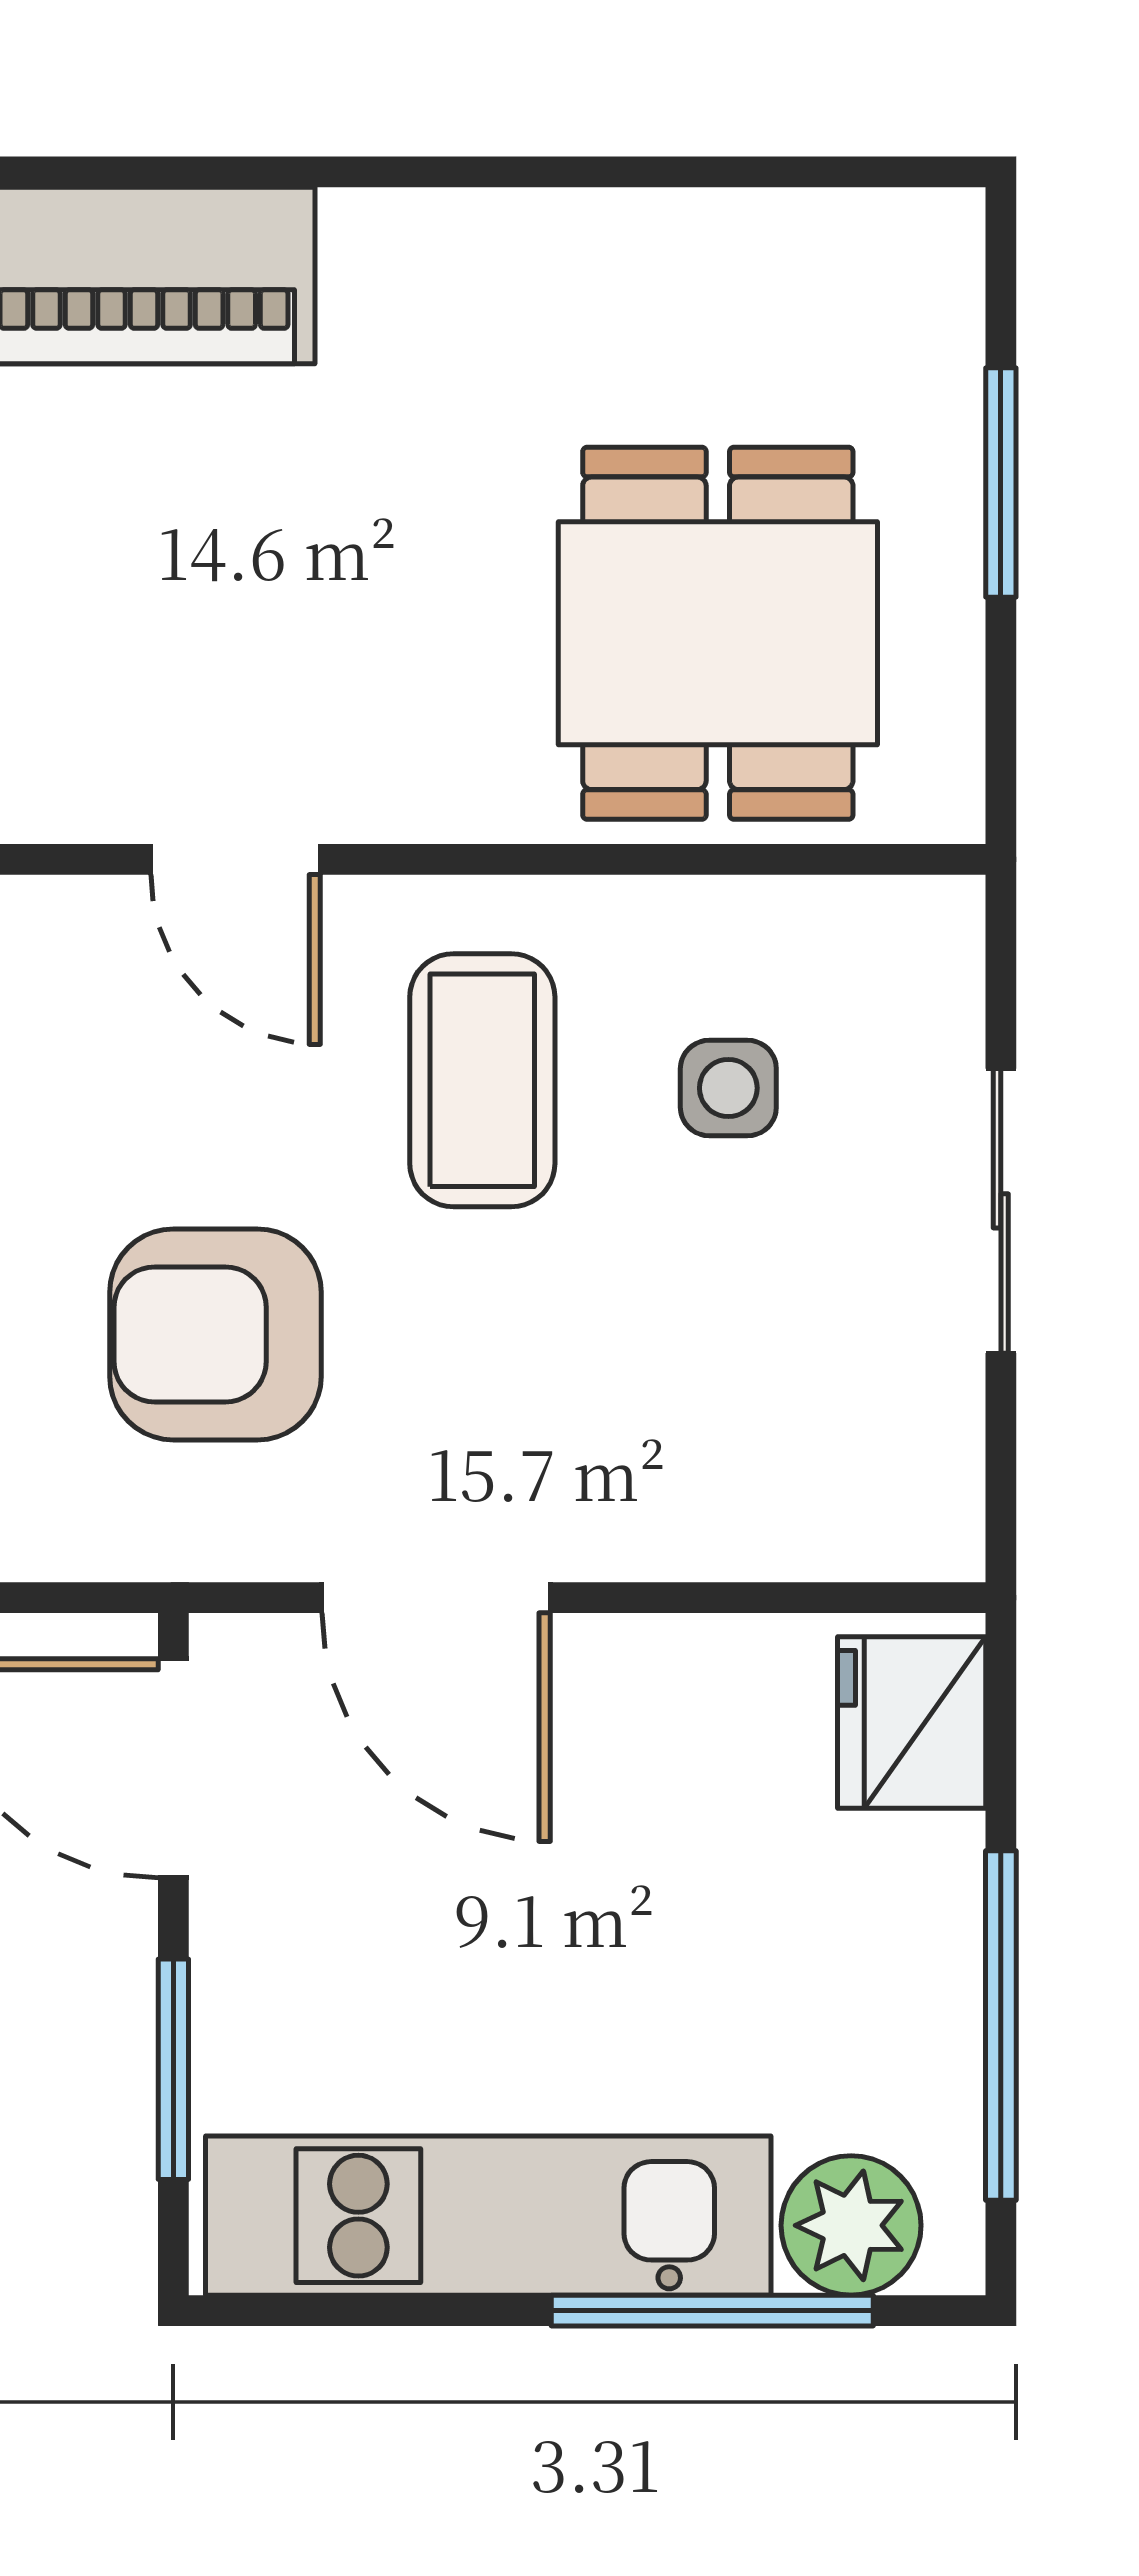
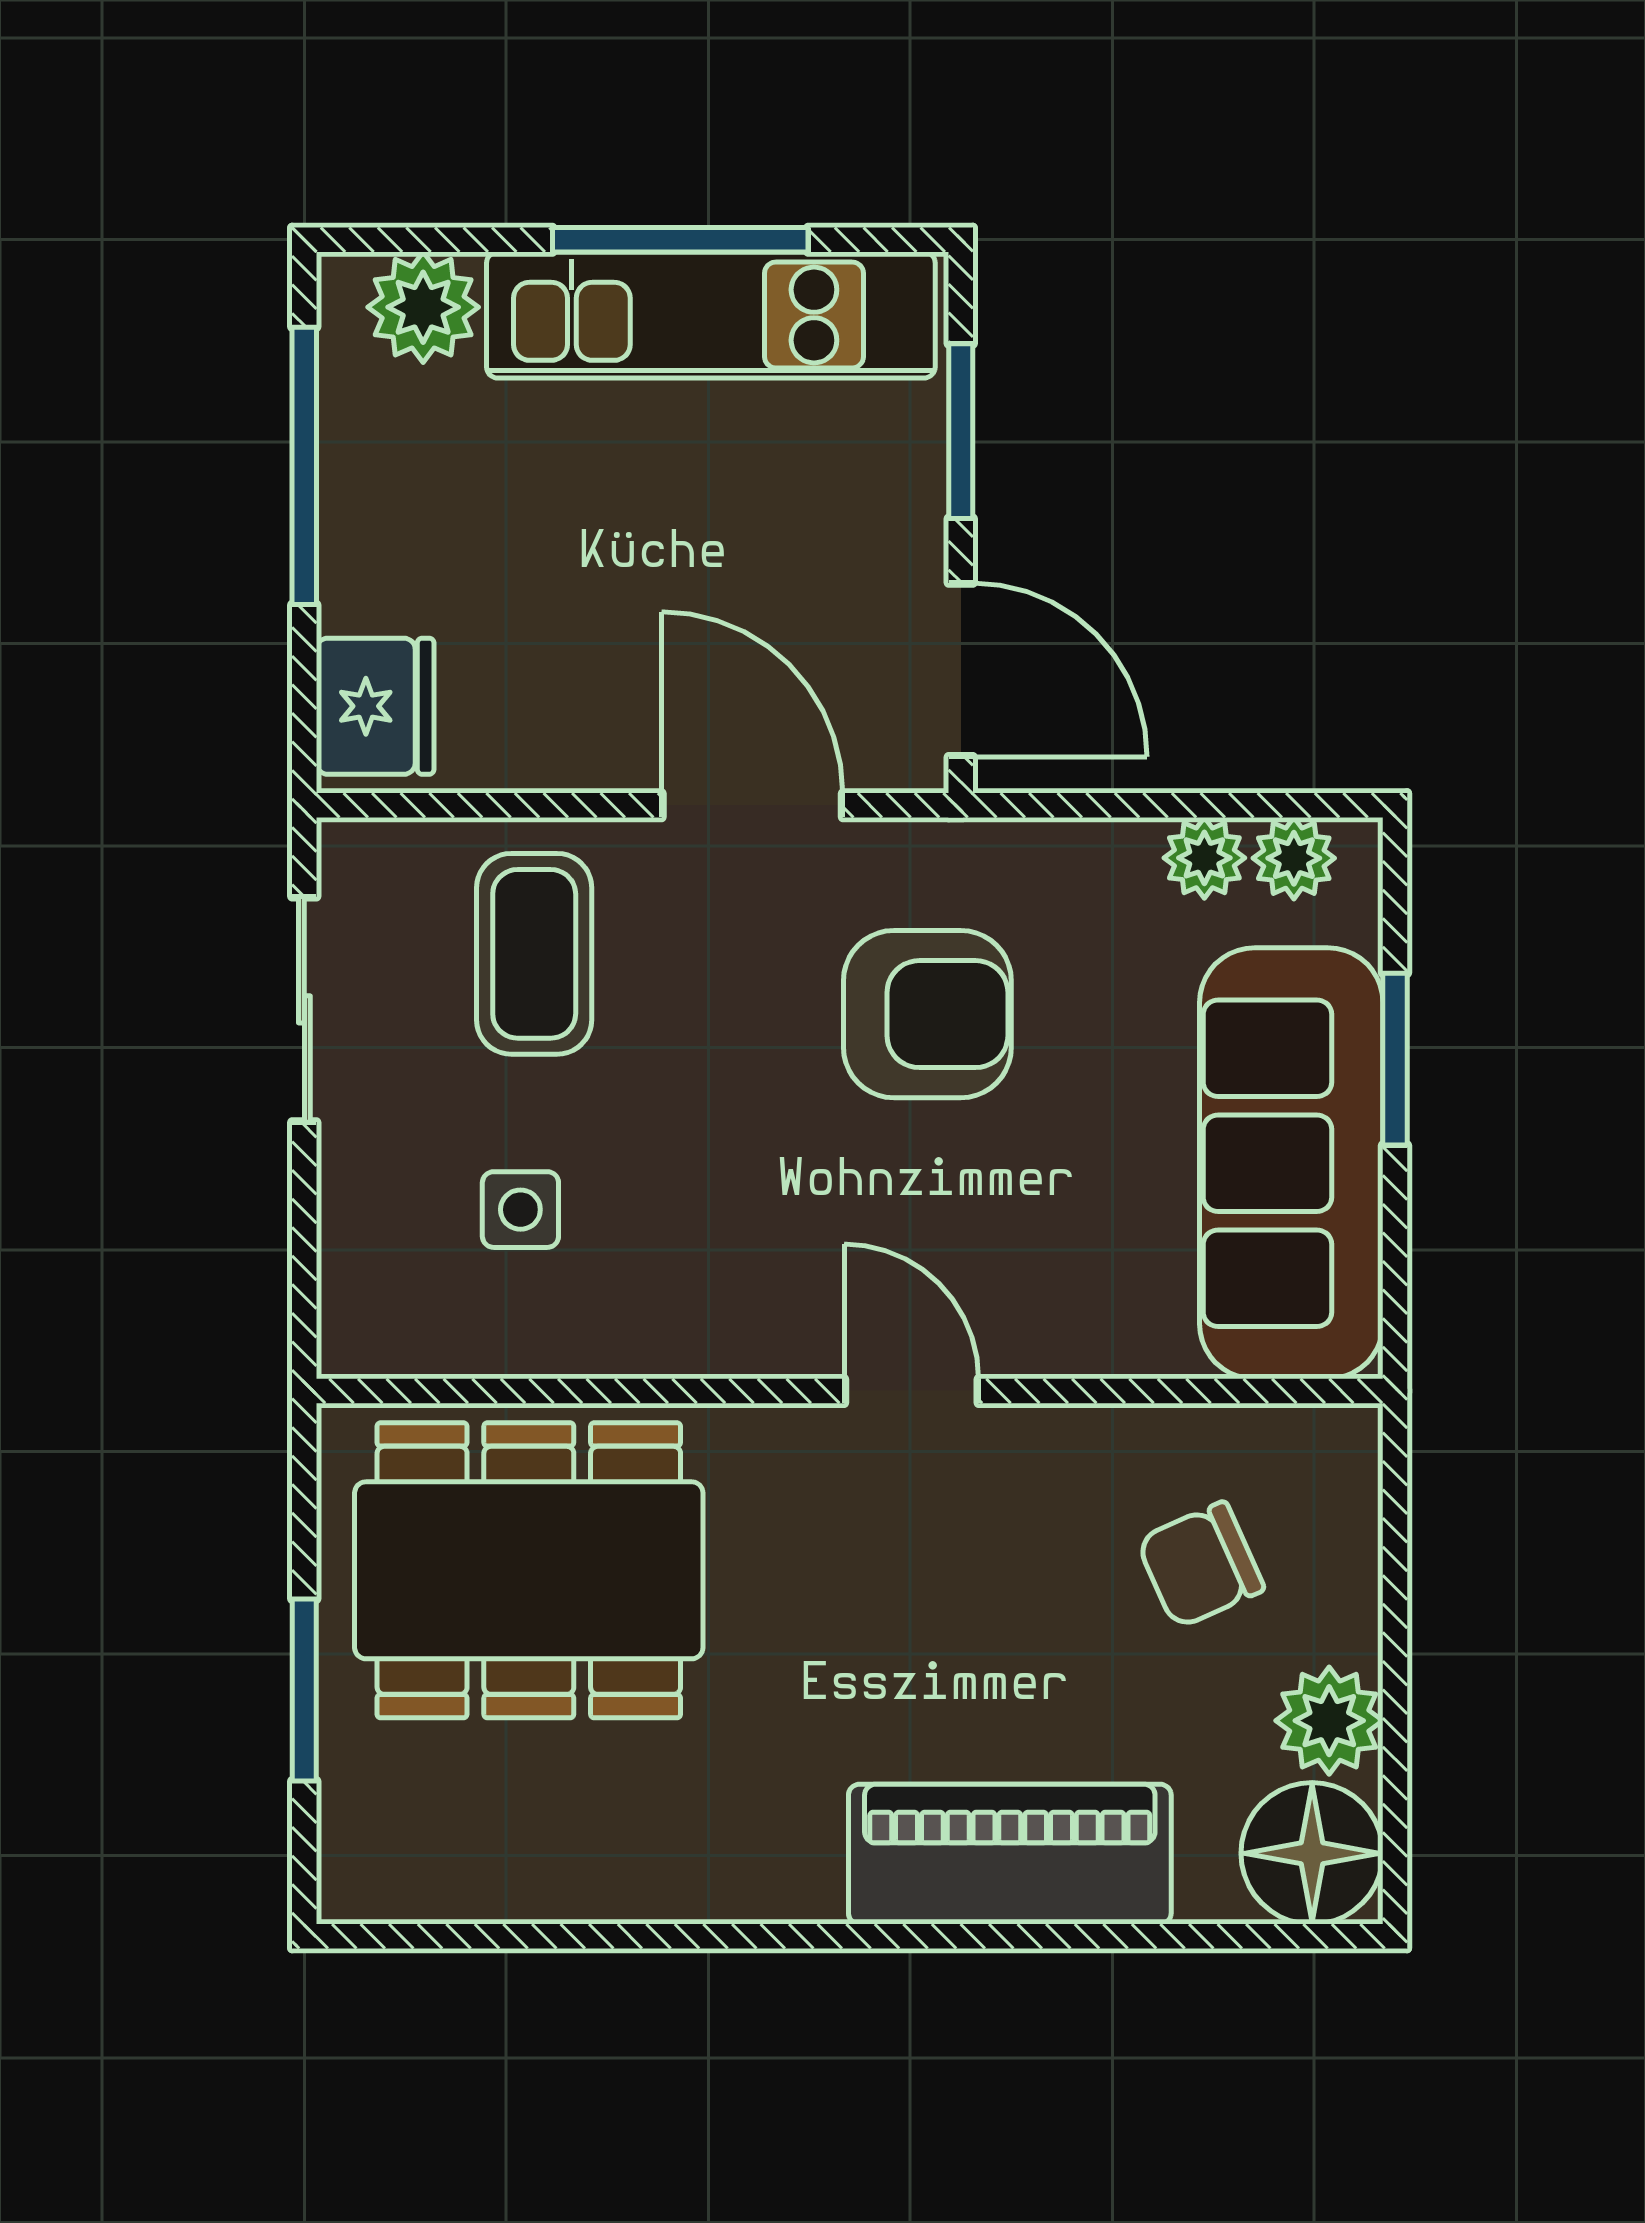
dining table: (718, 633) -> (529, 1570), width x1.38
coffee table: (482, 1080) -> (534, 954), moved
sliding door: (1001, 1211) -> (304, 1009), moved
window: (712, 2311) -> (680, 240), moved

